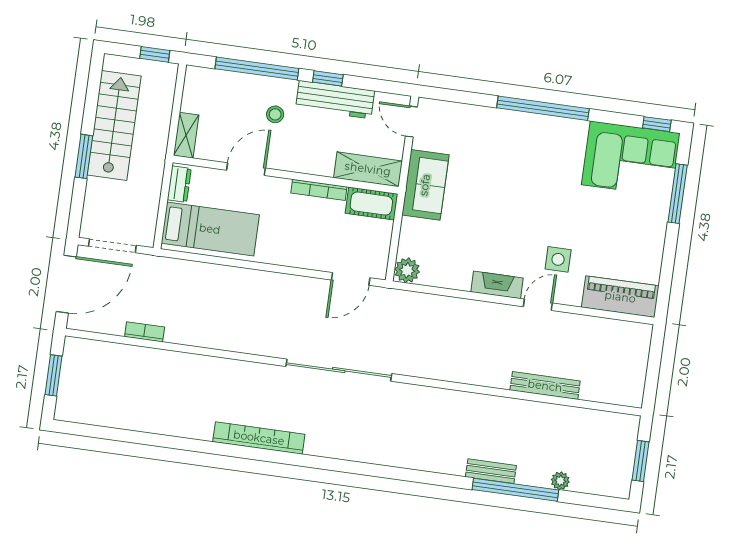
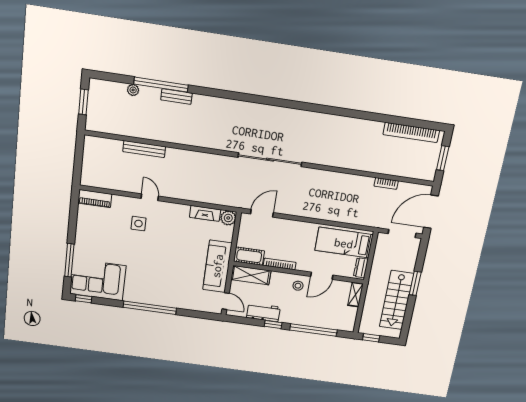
workbench: (335, 100) -> (263, 312), width x0.73
stool: (275, 114) -> (298, 286), moved
sofa: (425, 185) -> (217, 266), width x1.36
fireplace: (497, 285) -> (205, 213), moved
piano: (620, 297) -> (95, 199), width x0.73, depth x0.75
door: (538, 305) -> (150, 197), swing flipped
bookcase: (259, 438) -> (411, 132), moved

